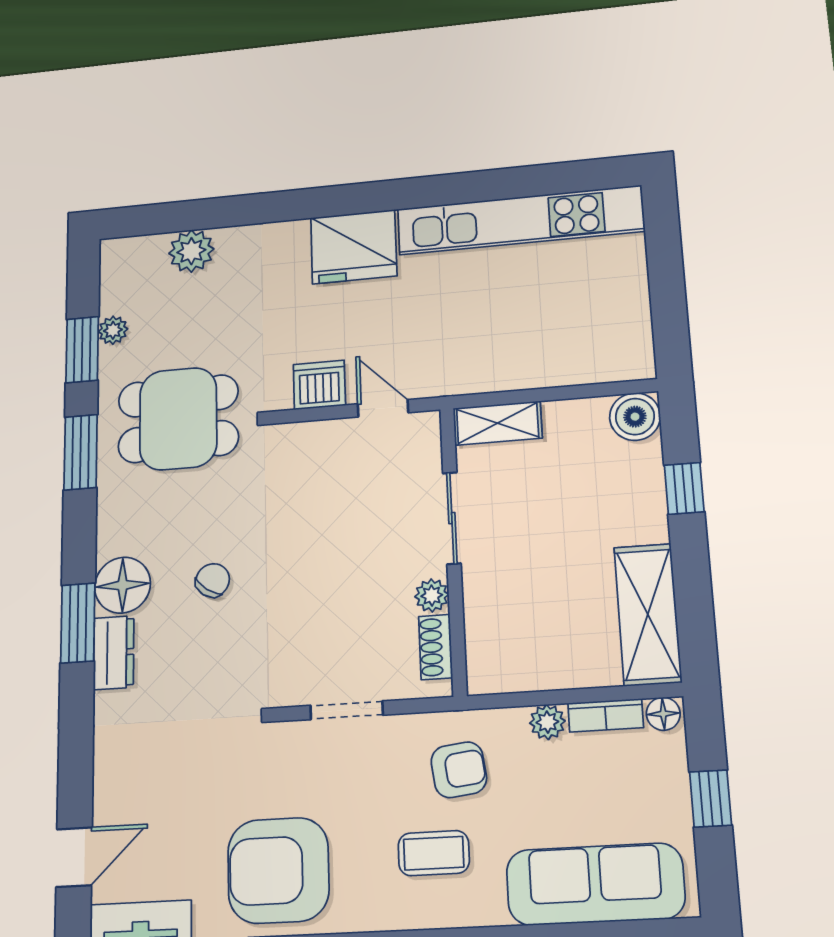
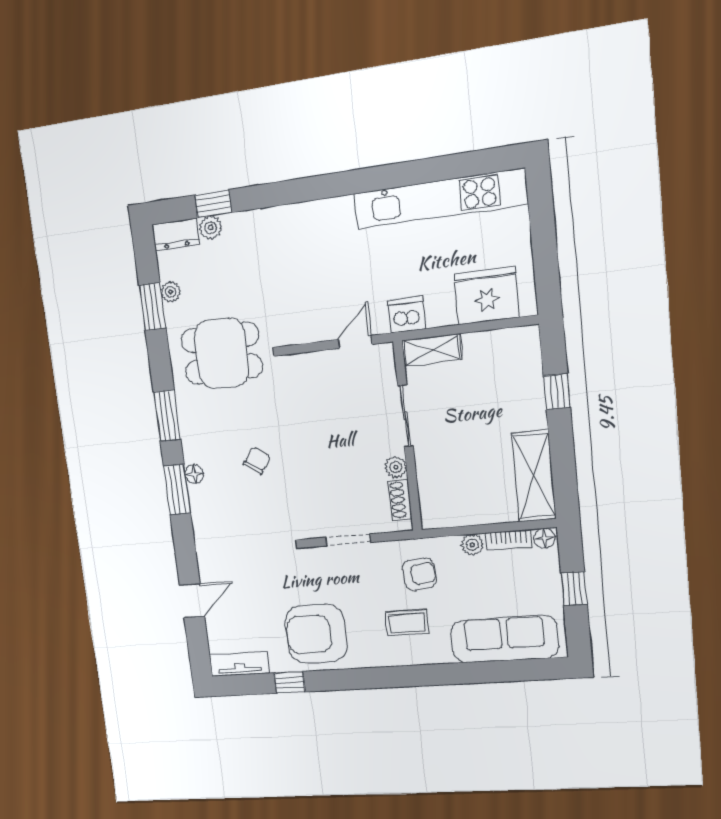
window: (193, 215) -> (213, 204), added
fridge: (354, 247) -> (487, 296), moved, turned 180
plant: (191, 251) -> (211, 228), width x0.73, depth x0.73
dishwasher: (319, 385) -> (406, 315), moved
door: (383, 408) -> (355, 342), hinge flipped
boiler: (635, 417) -> (524, 343), removed
window: (81, 452) -> (167, 416), moved
floor lamp: (123, 585) -> (194, 474), width x0.53, depth x0.53
dresser: (114, 653) -> (176, 235), moved, turned 90
door: (74, 857) -> (192, 601), moved

